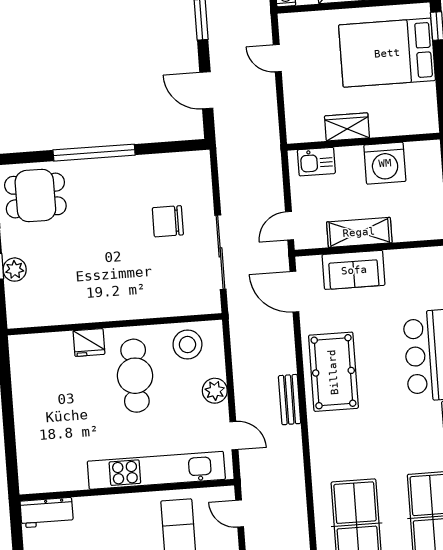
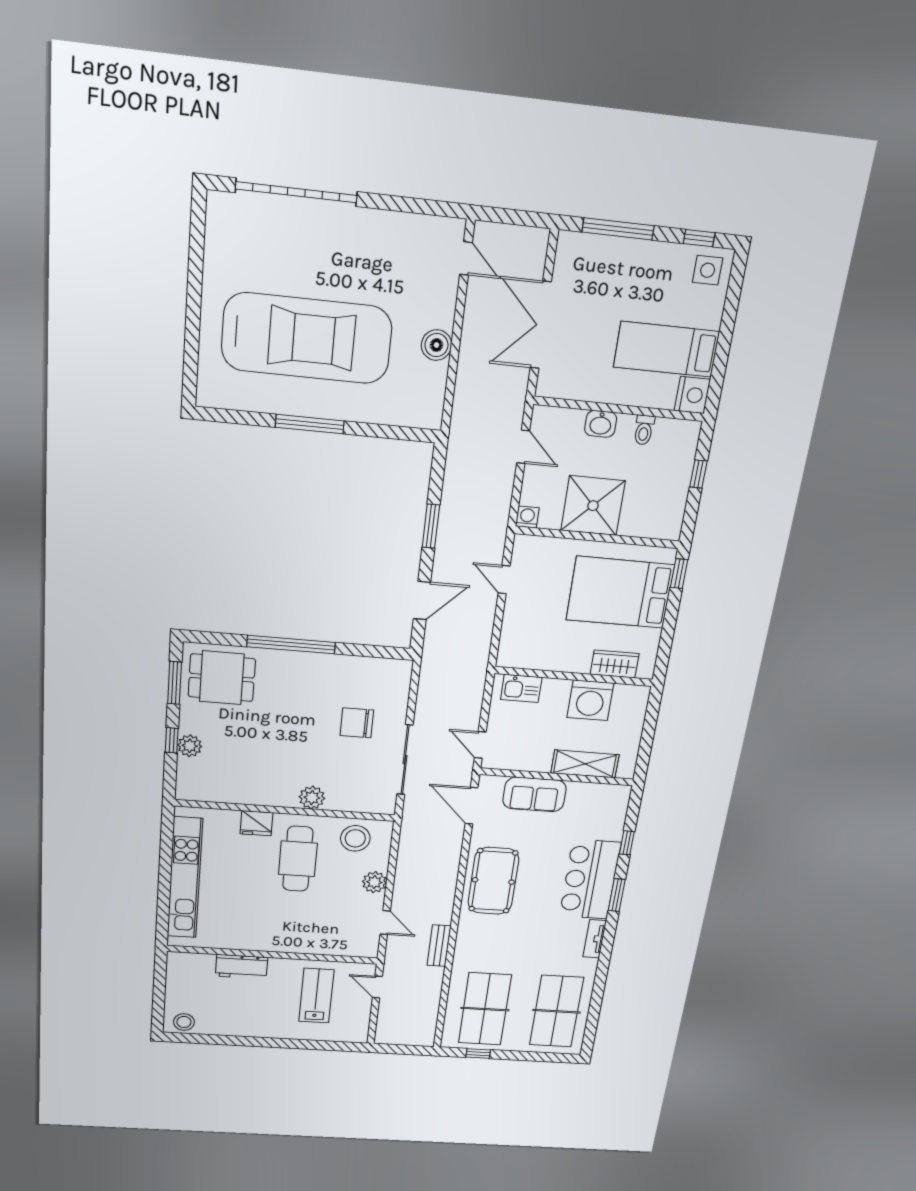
door: (206, 90) -> (422, 600), swing flipped
wardrobe: (347, 127) -> (615, 664), moved
door: (290, 226) -> (480, 745), hinge flipped
shelving: (359, 232) -> (585, 764), moved
plant: (138, 307) -> (312, 798), added
bench: (290, 400) -> (439, 946), moved
kitchen unit: (156, 470) -> (185, 878), moved, turned 90
workbench: (47, 513) -> (242, 967), moved

